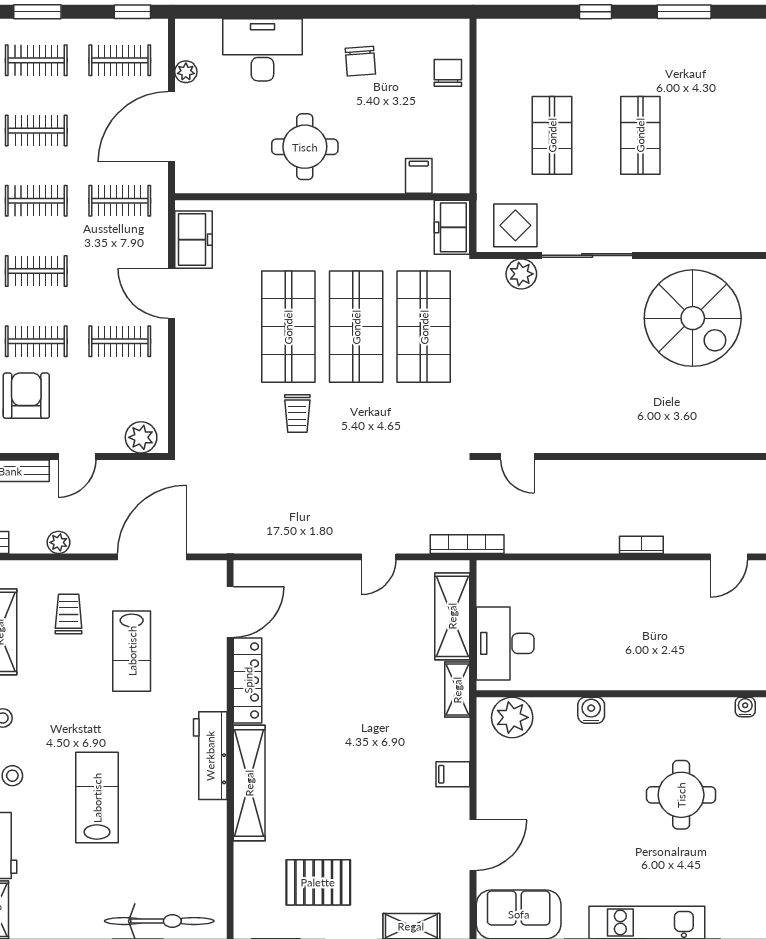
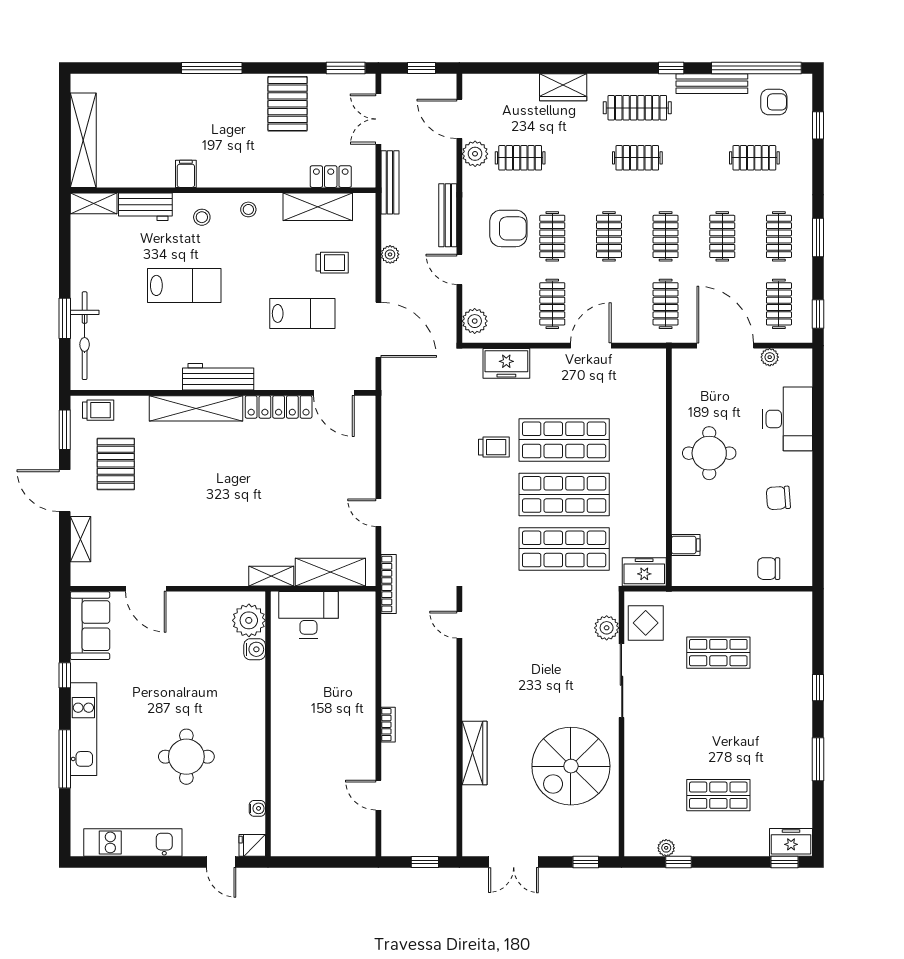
chair: (448, 73) -> (769, 569), turned 180
shop shelf: (640, 135) -> (718, 795), moved
freezer: (194, 240) -> (506, 363), moved
trolley: (297, 414) -> (494, 447), turned 180
wardrobe: (677, 438) -> (474, 753), added
door: (517, 456) -> (459, 625), hinge flipped
lab bench: (132, 651) -> (302, 313), turned 180
water cooler: (591, 710) -> (255, 649), moved
filing cabinet: (453, 774) -> (203, 573), removed
trolley: (252, 904) -> (98, 410), added

